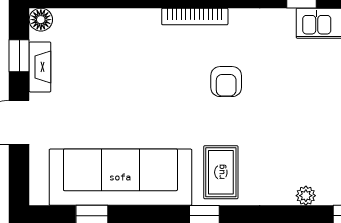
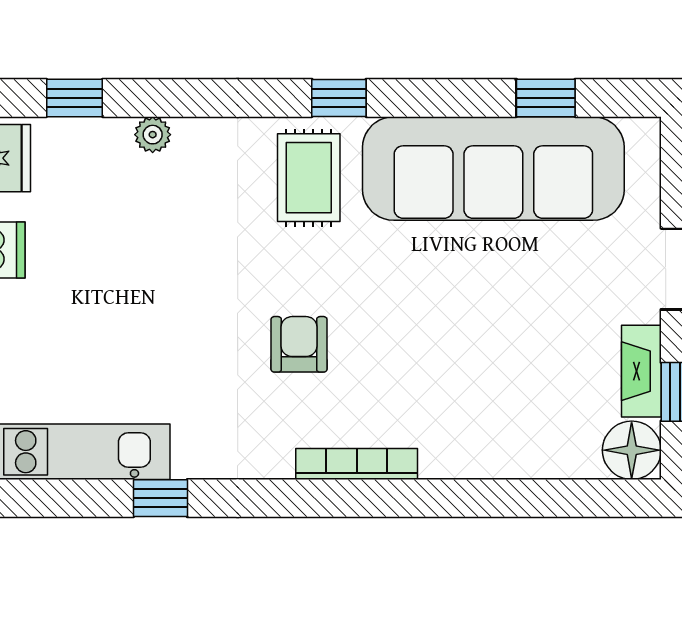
floor lamp: (41, 20) -> (632, 450), width x1.38, depth x1.38

